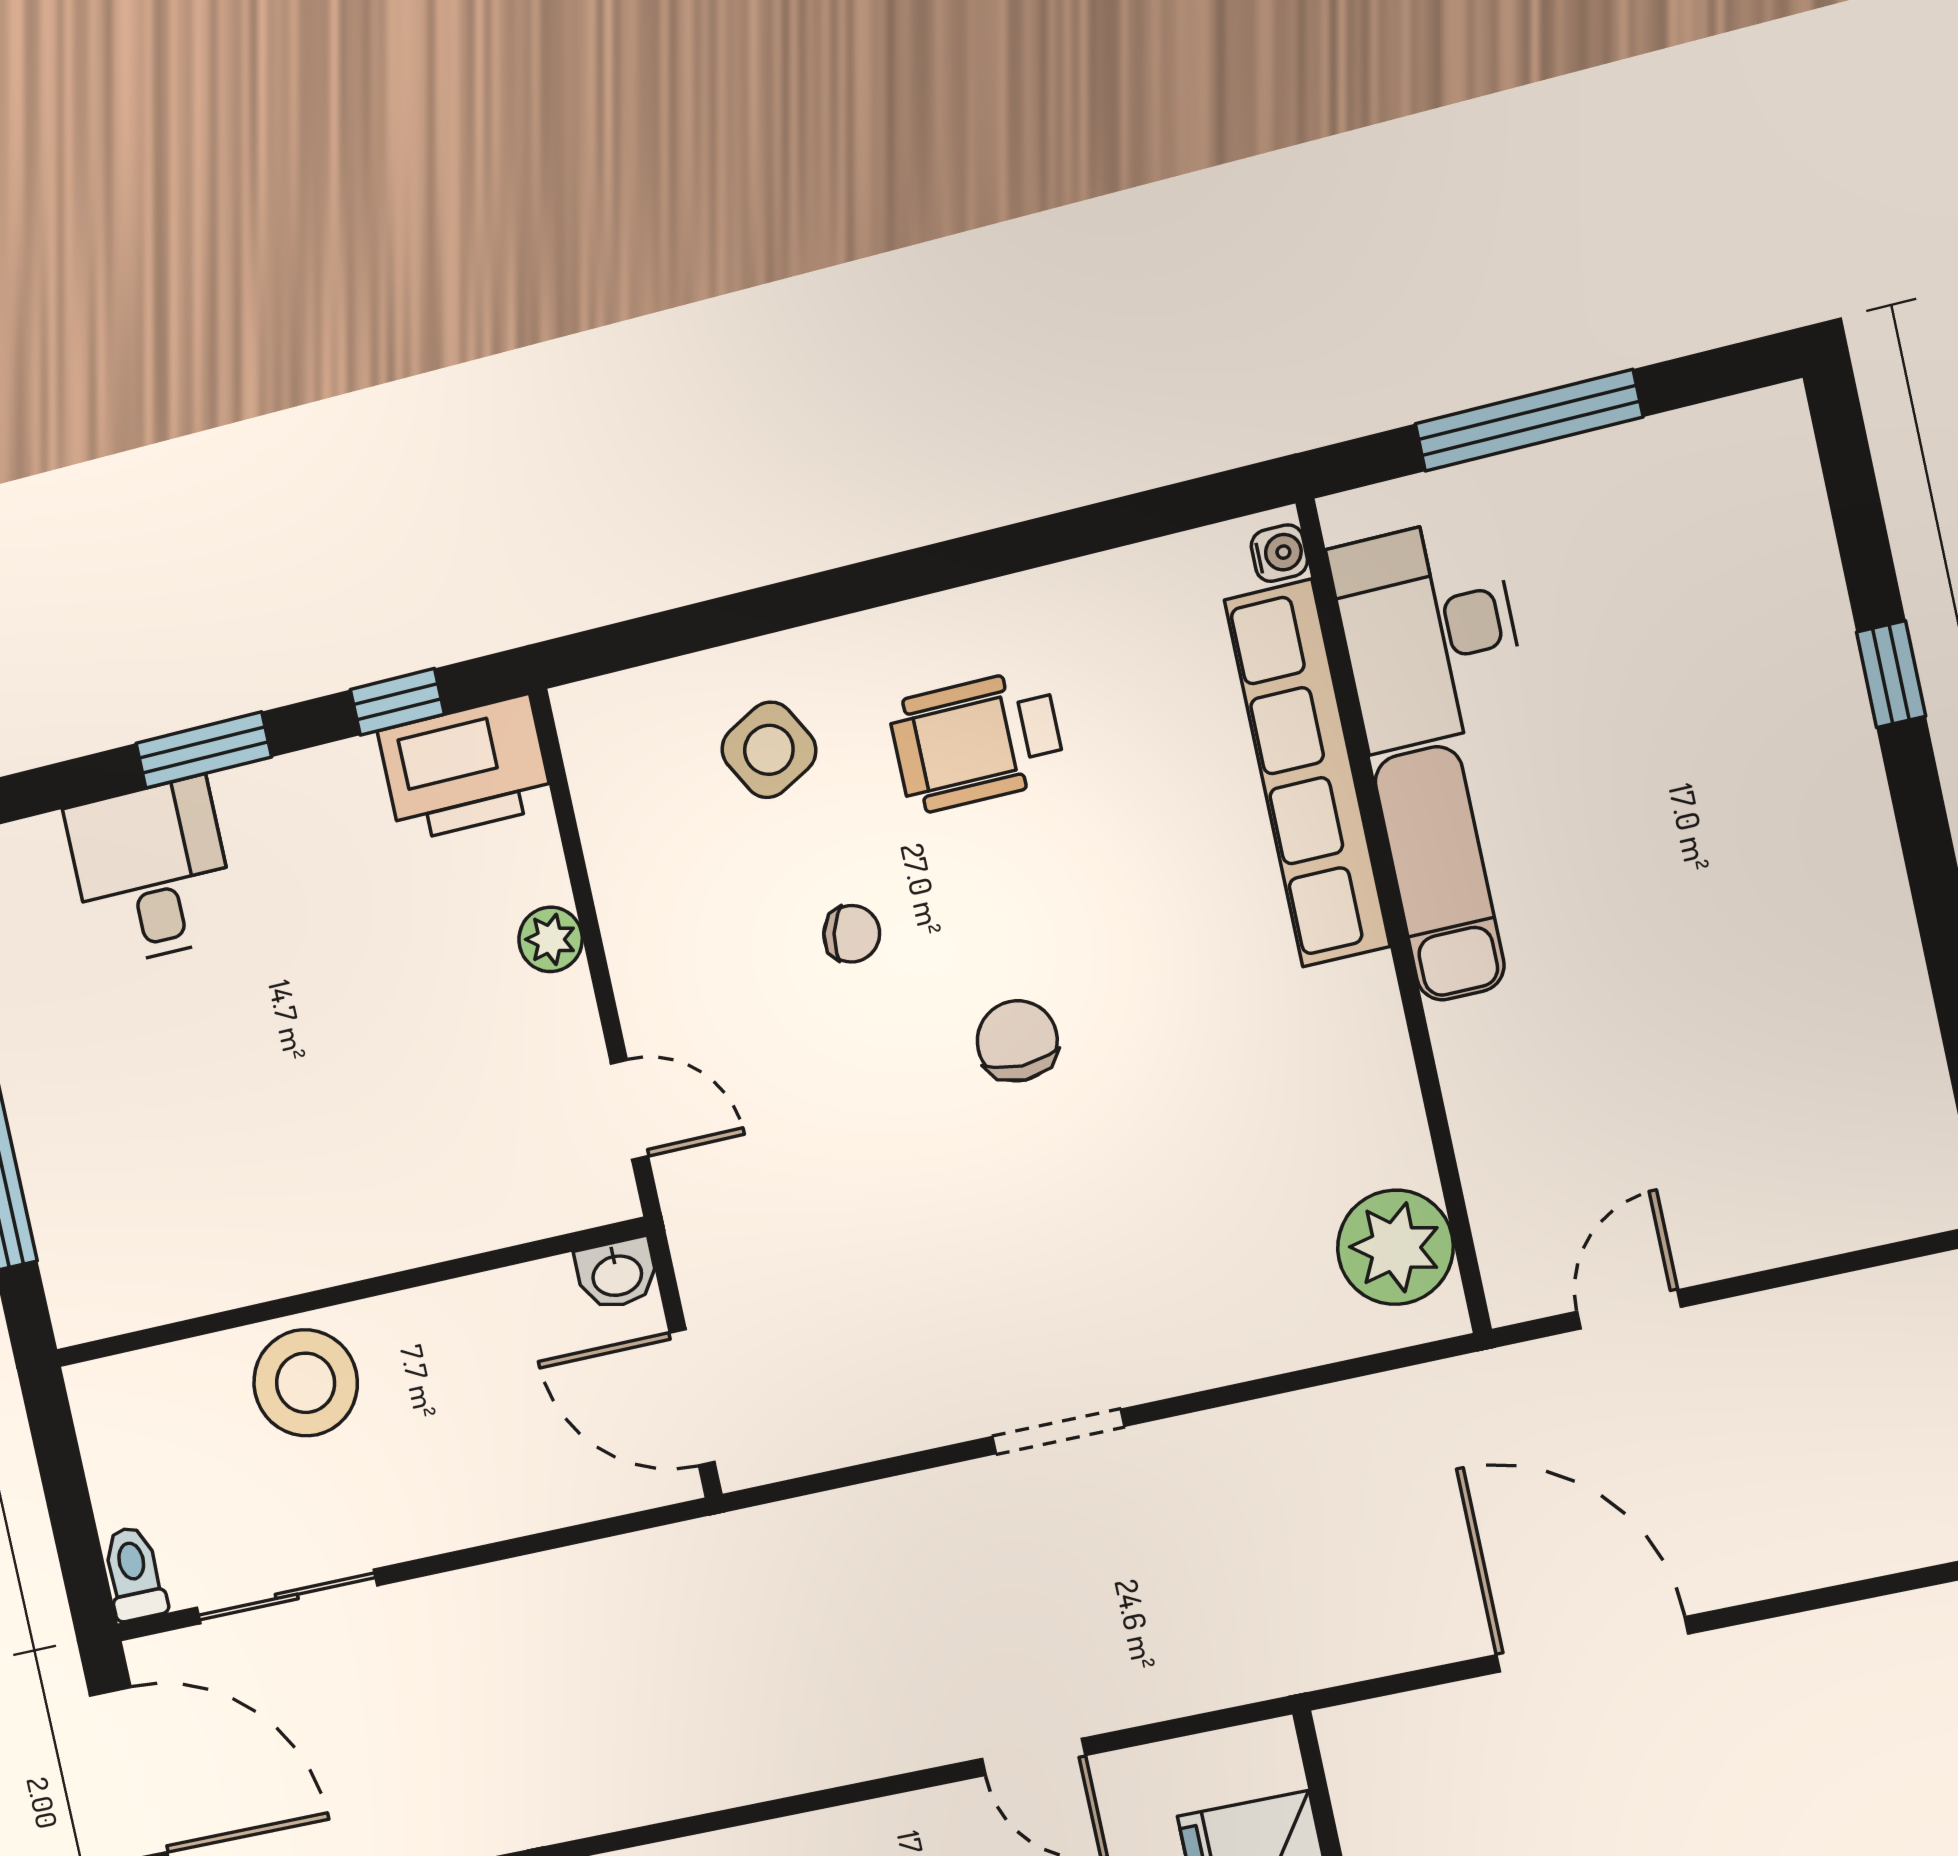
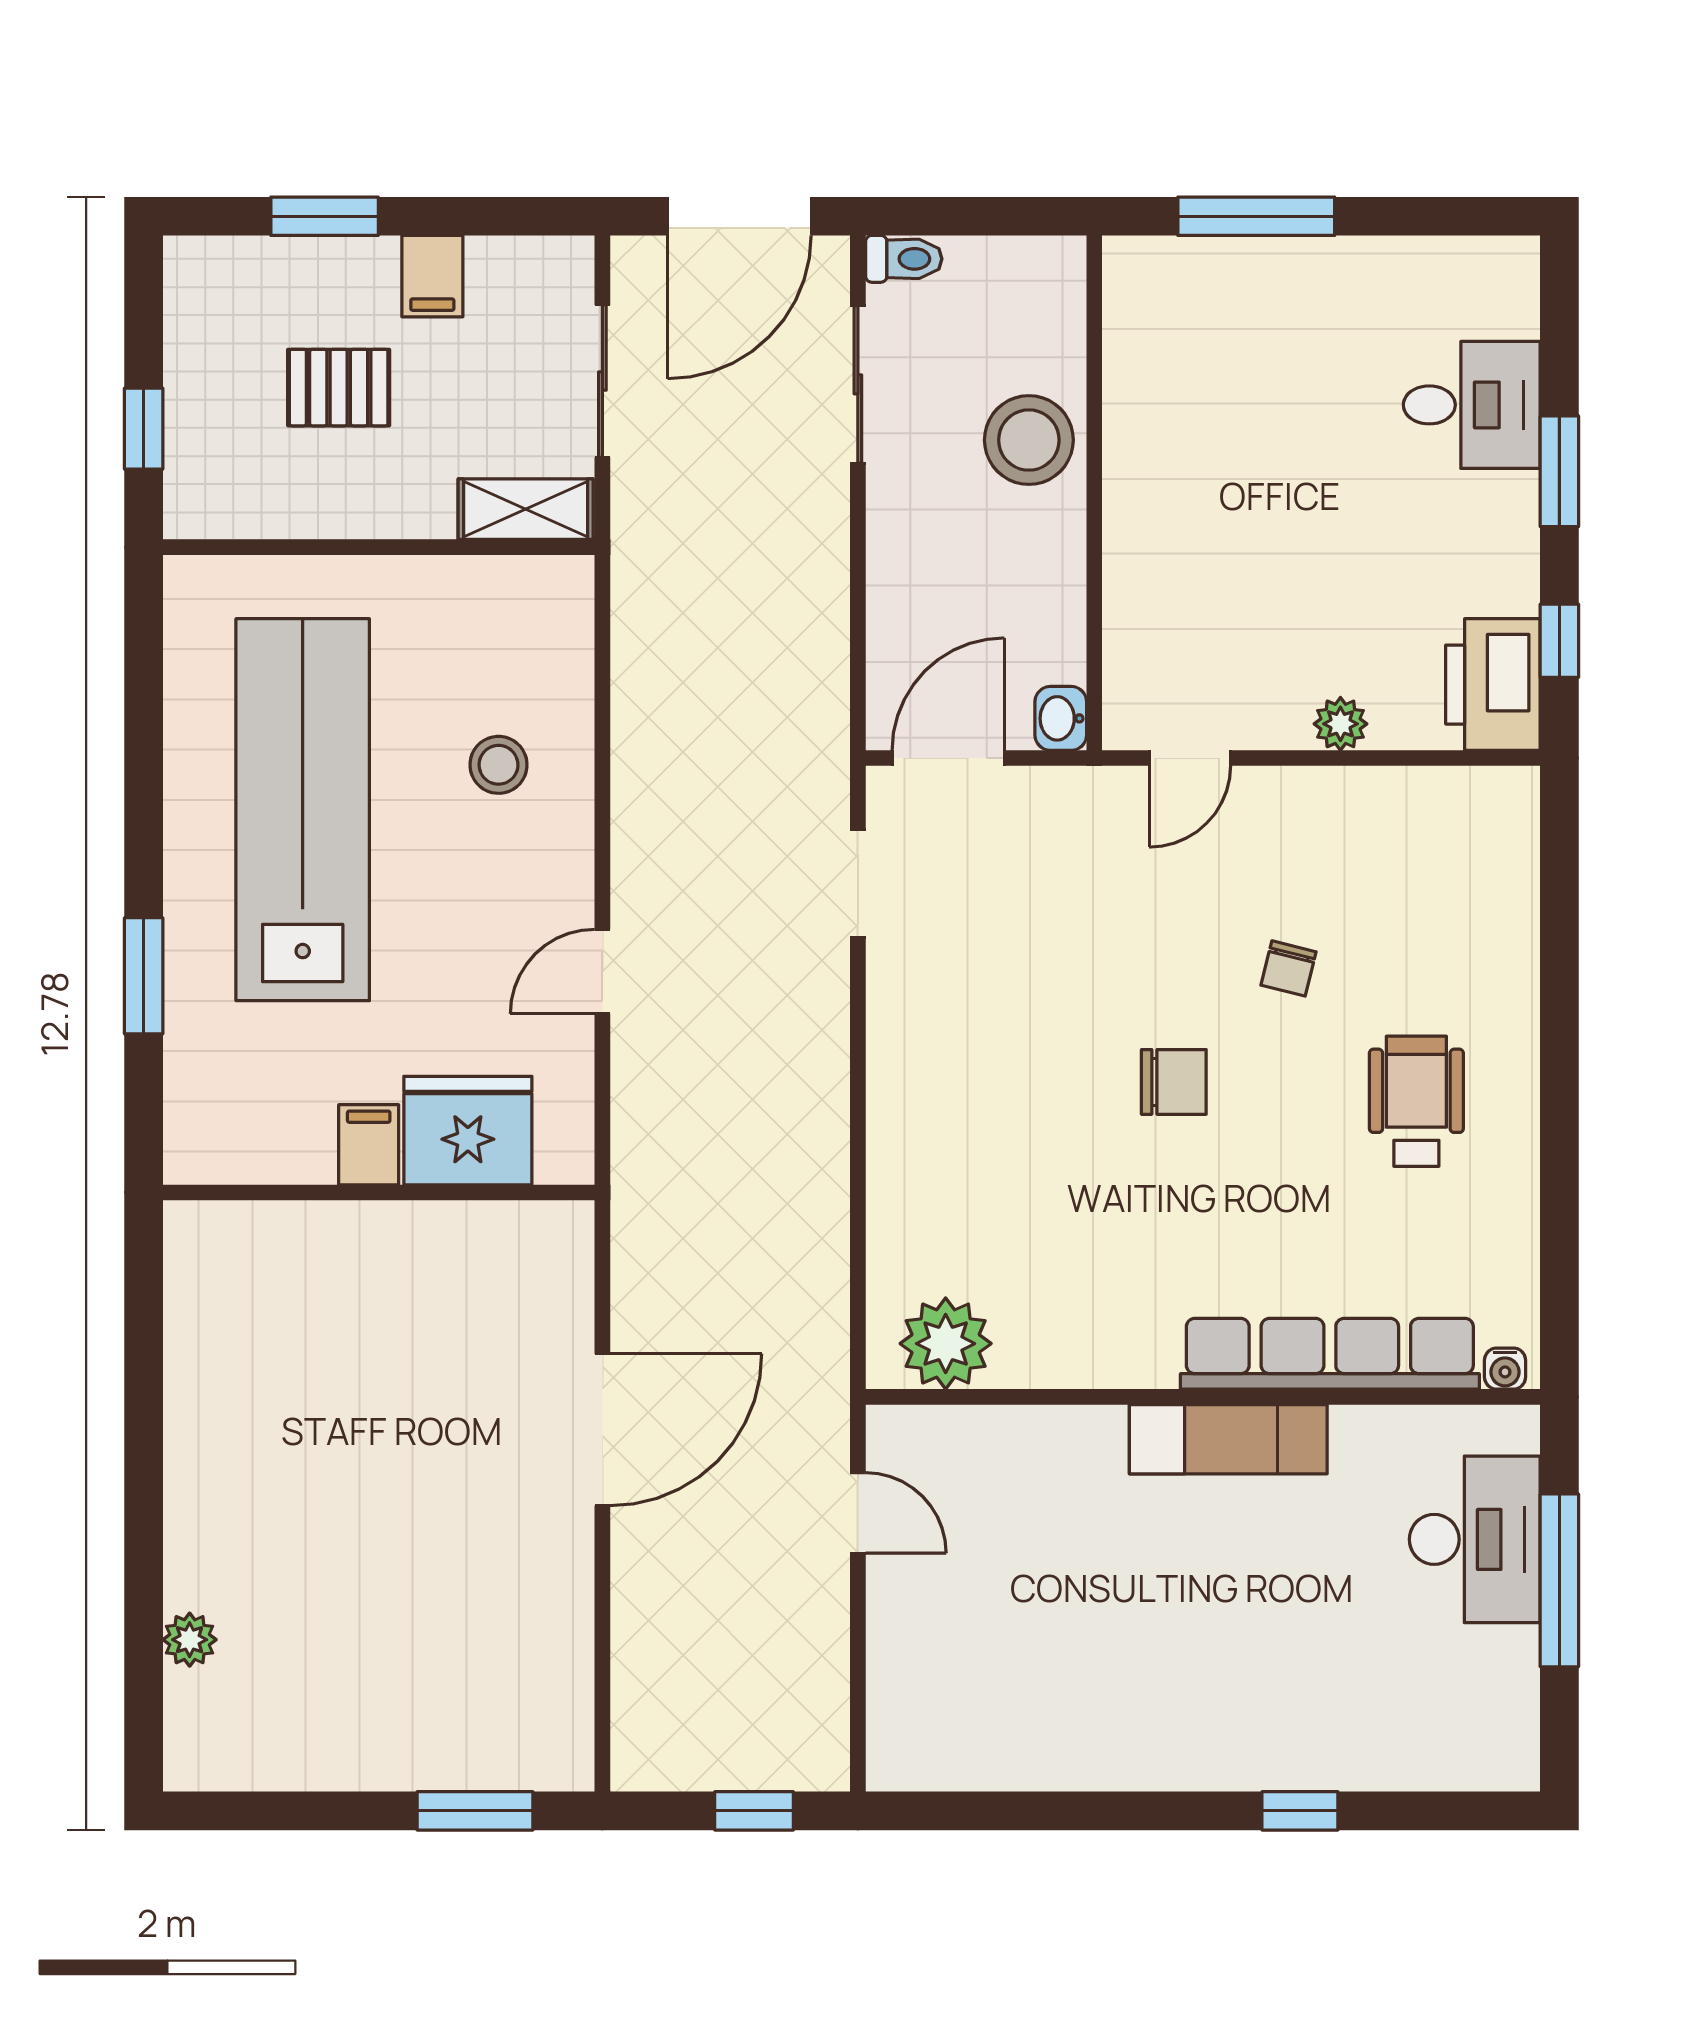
desk: (1429, 633) -> (1475, 1539), moved, turned 90
side table: (769, 750) -> (1449, 934), removed
doorway: (1058, 1431) -> (858, 883), moved

